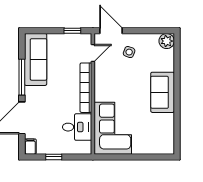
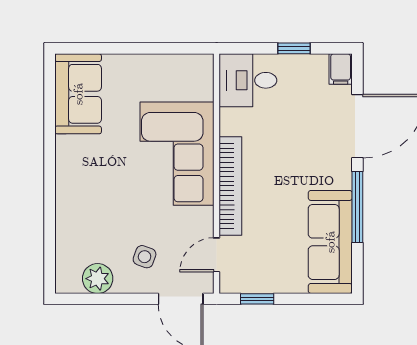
plant: (167, 41) -> (98, 279), moved
sofa: (163, 92) -> (78, 94), moved
desk: (77, 127) -> (248, 80), moved
corner sofa: (113, 128) -> (177, 154), moved

